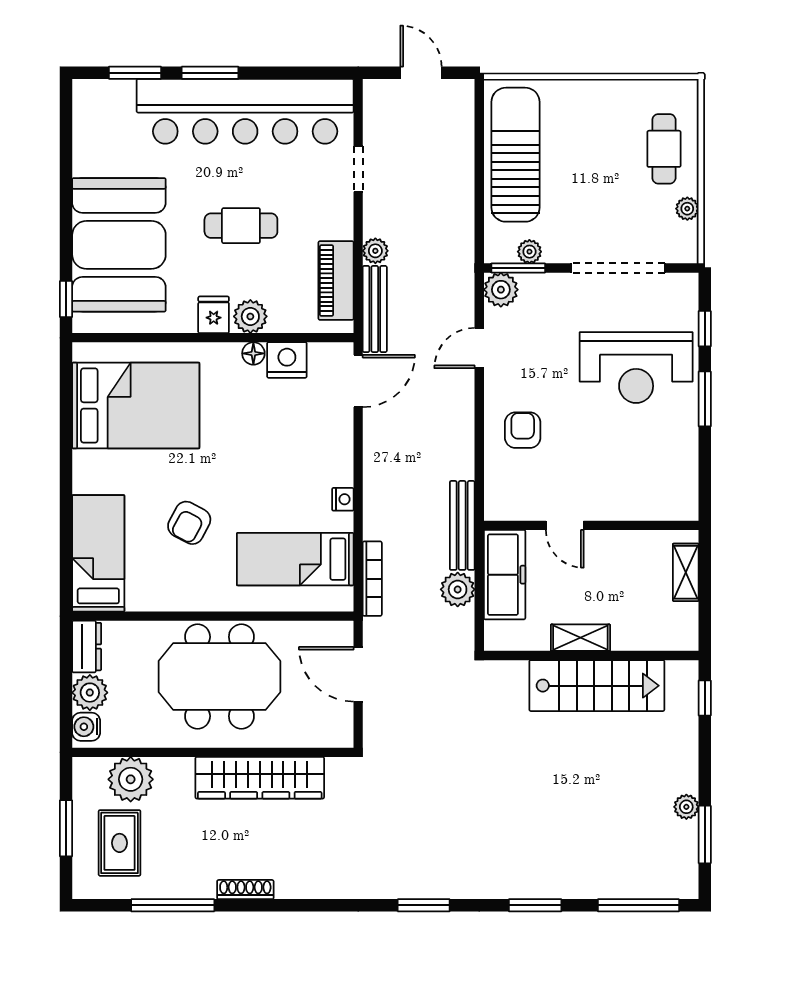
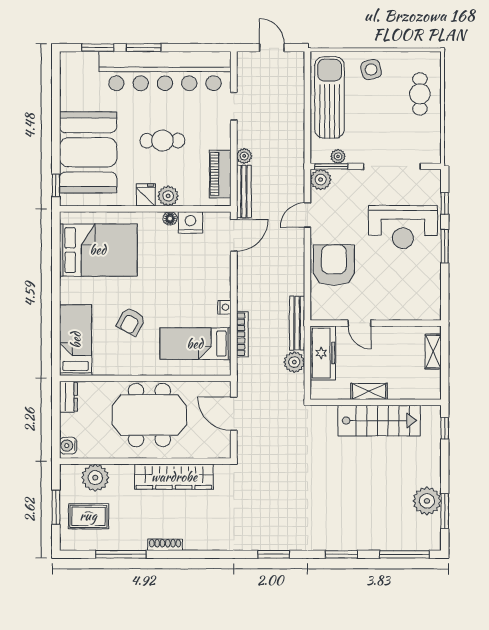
side table: (584, 109) -> (371, 70), added
plant: (687, 209) -> (434, 130), removed
armchair: (523, 430) -> (334, 265), width x1.88, depth x1.88
bookcase: (372, 579) -> (242, 334), moved
plant: (90, 693) -> (70, 425), removed
plant: (686, 807) -> (427, 501), width x1.87, depth x1.87
rug: (120, 843) -> (88, 516), turned 90

